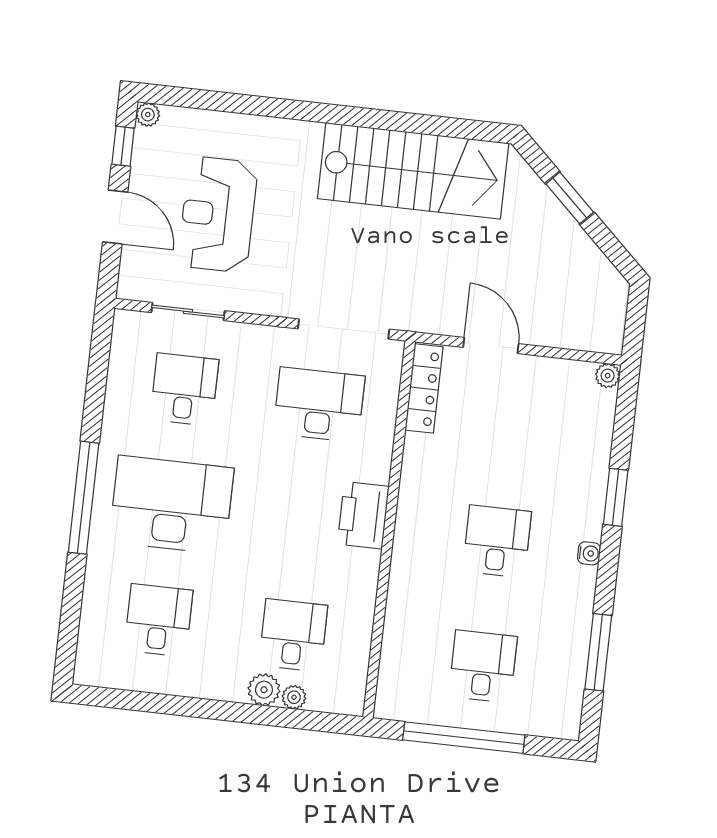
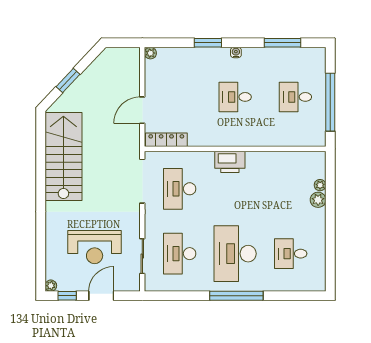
desk: (184, 390) -> (180, 254), width x1.37
desk: (293, 635) -> (291, 189), removed

